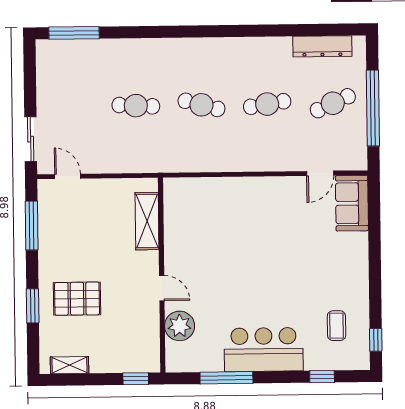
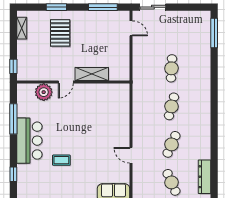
cafe table: (267, 104) -> (171, 144), turned 33
door: (320, 173) -> (131, 155), moved
door: (68, 176) -> (131, 28), hinge flipped
shelving: (147, 221) -> (92, 74), moved
coffee table: (337, 326) -> (61, 160), moved

